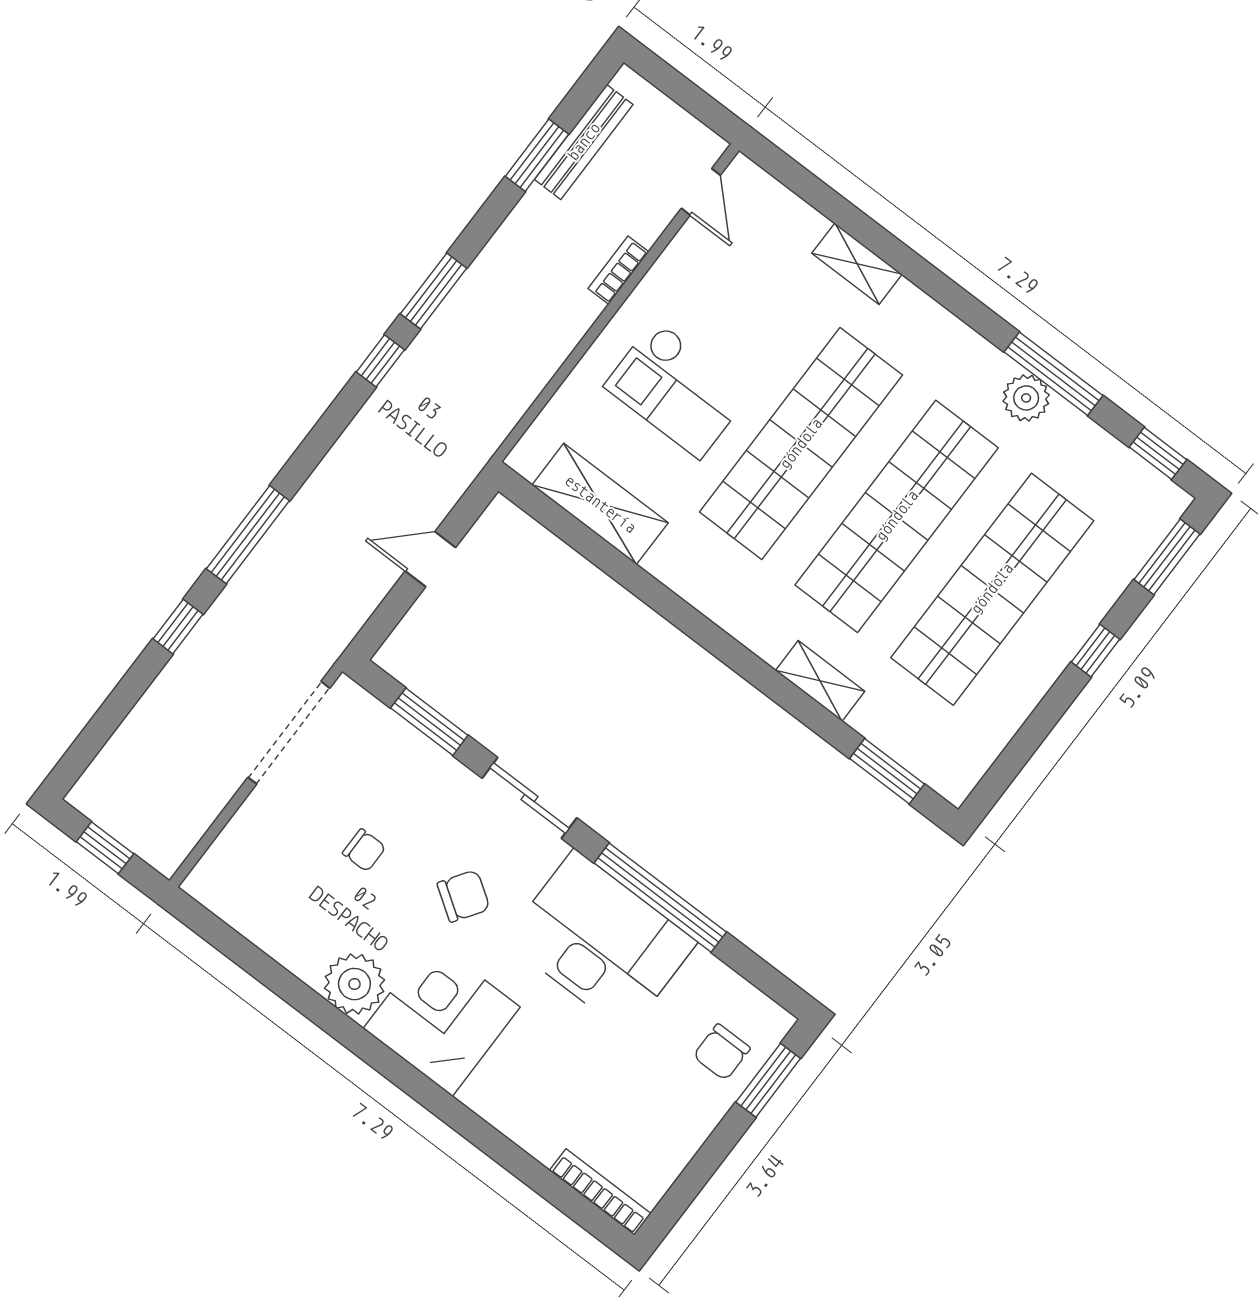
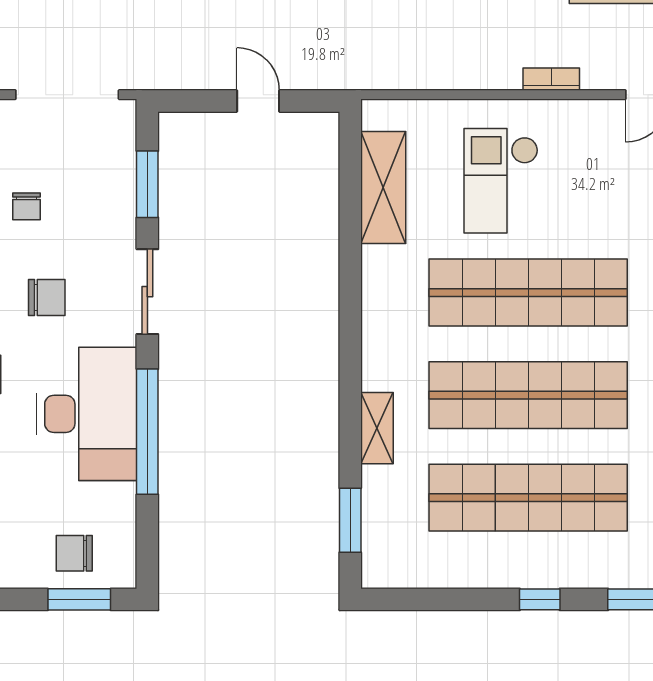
chair: (464, 896) -> (47, 298), turned -34

